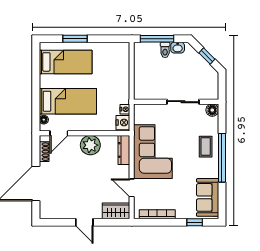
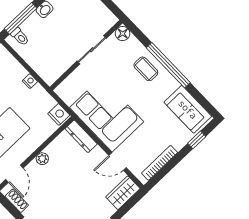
toilet: (165, 50) -> (20, 37), moved
nightstand: (125, 109) -> (30, 81), moved
plant: (90, 145) -> (42, 159), width x0.53, depth x0.53

